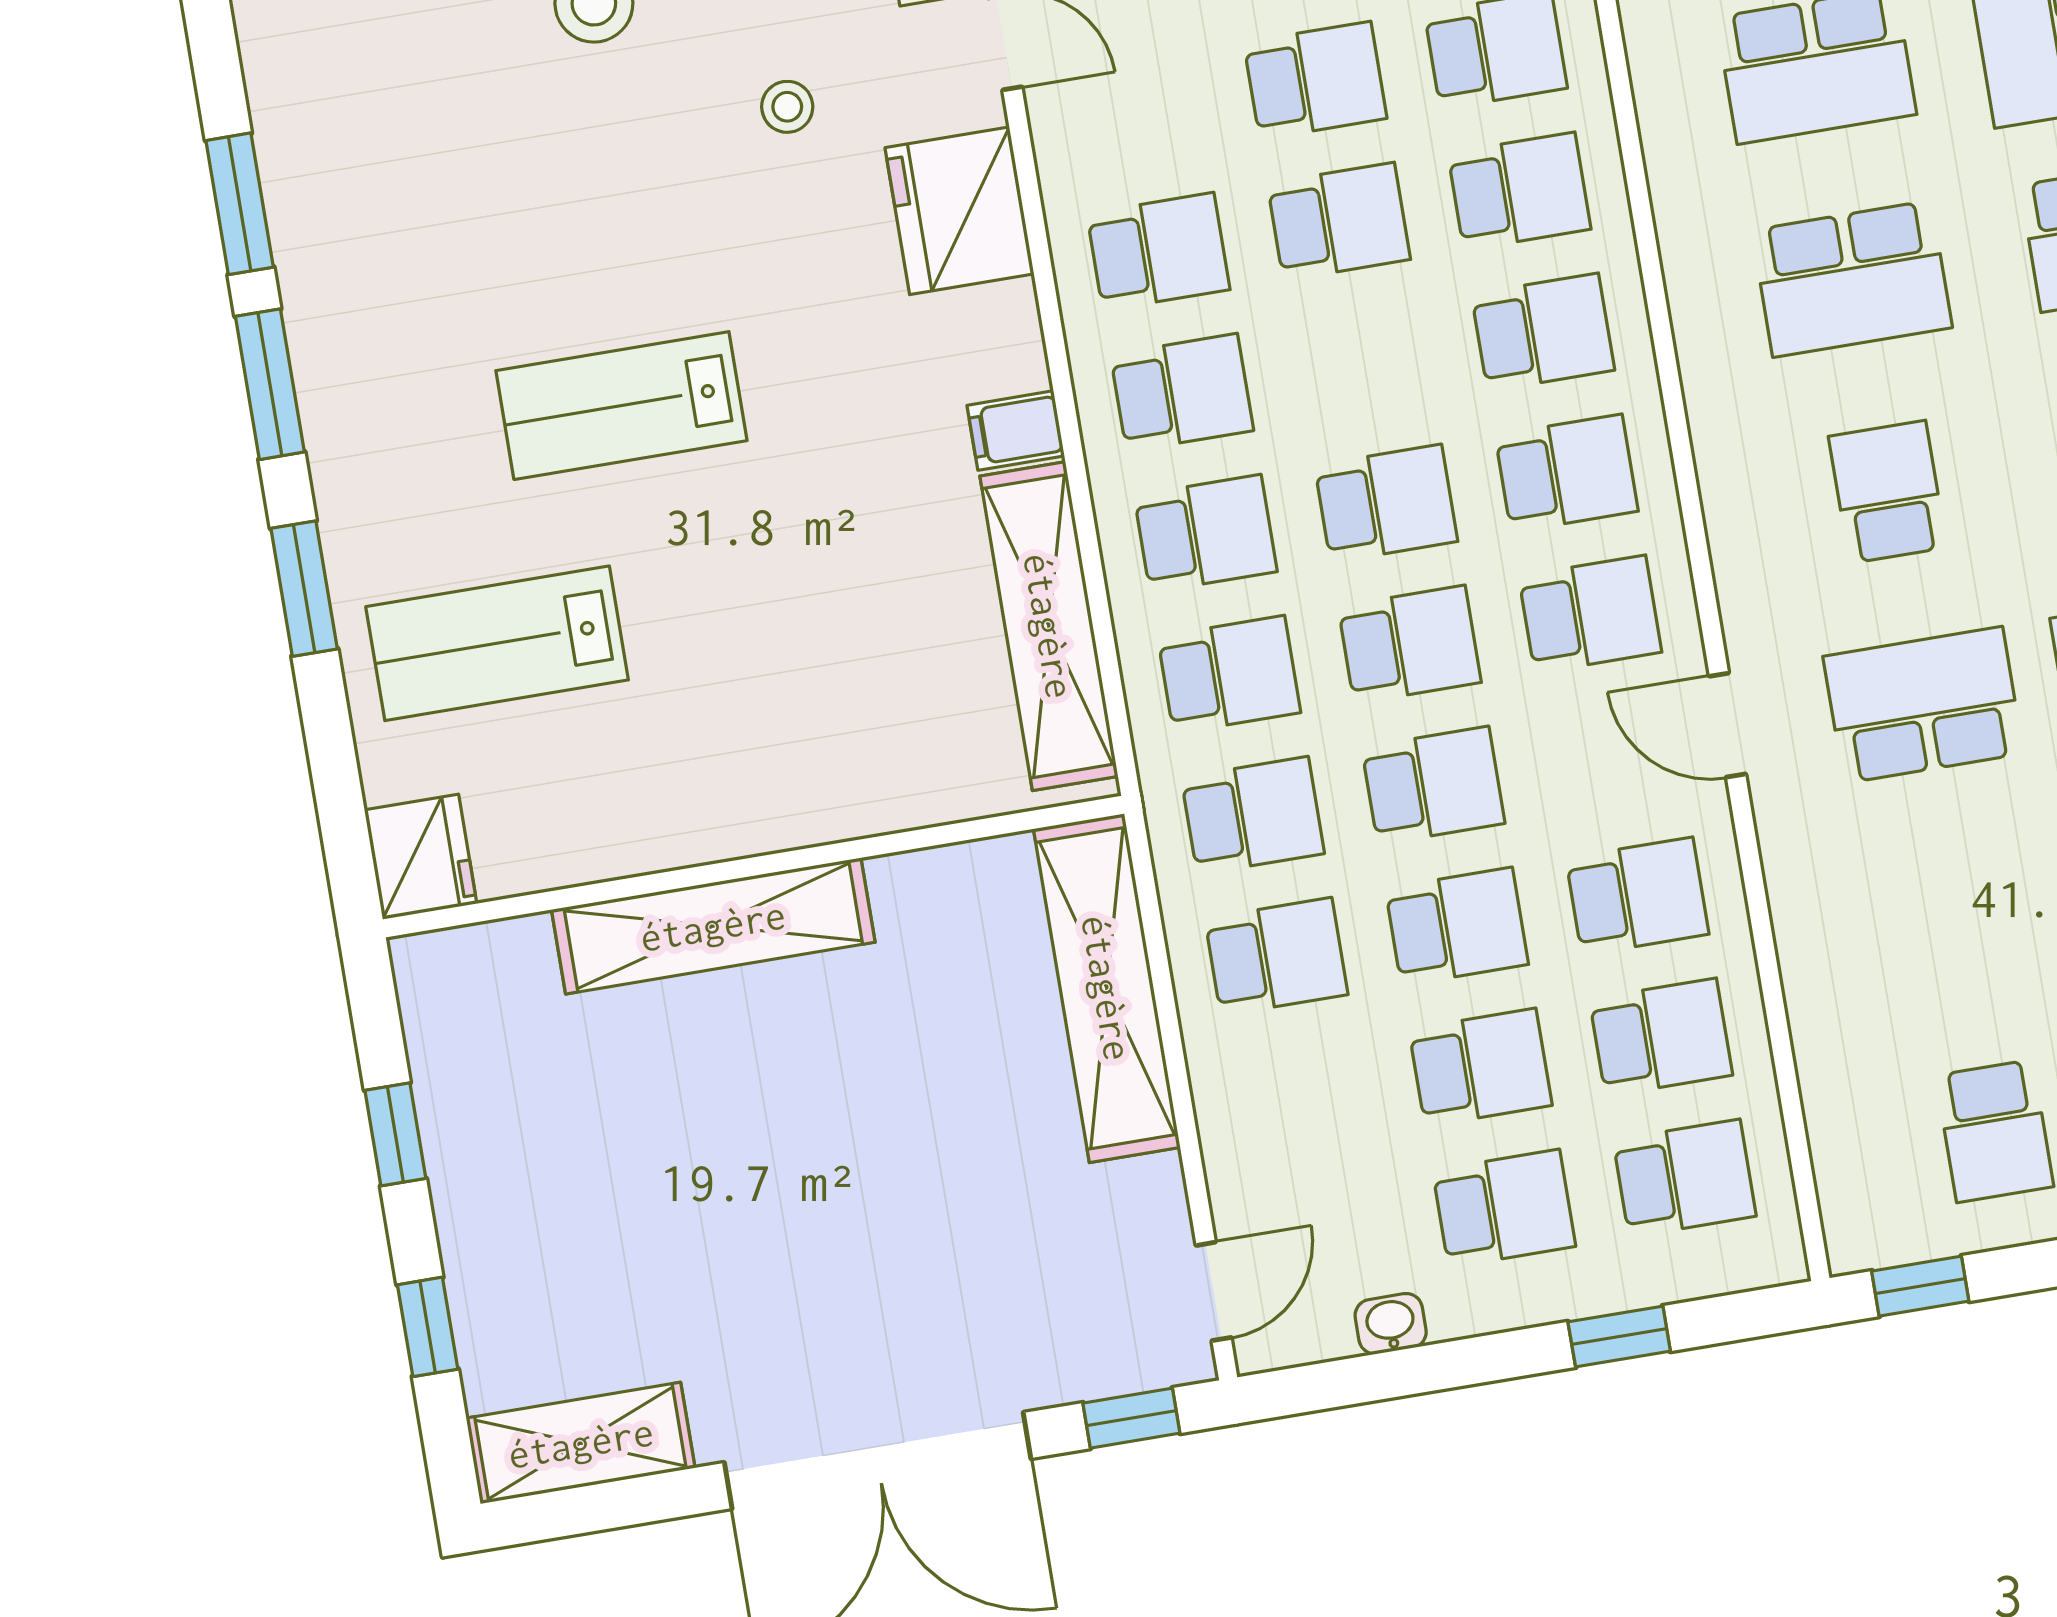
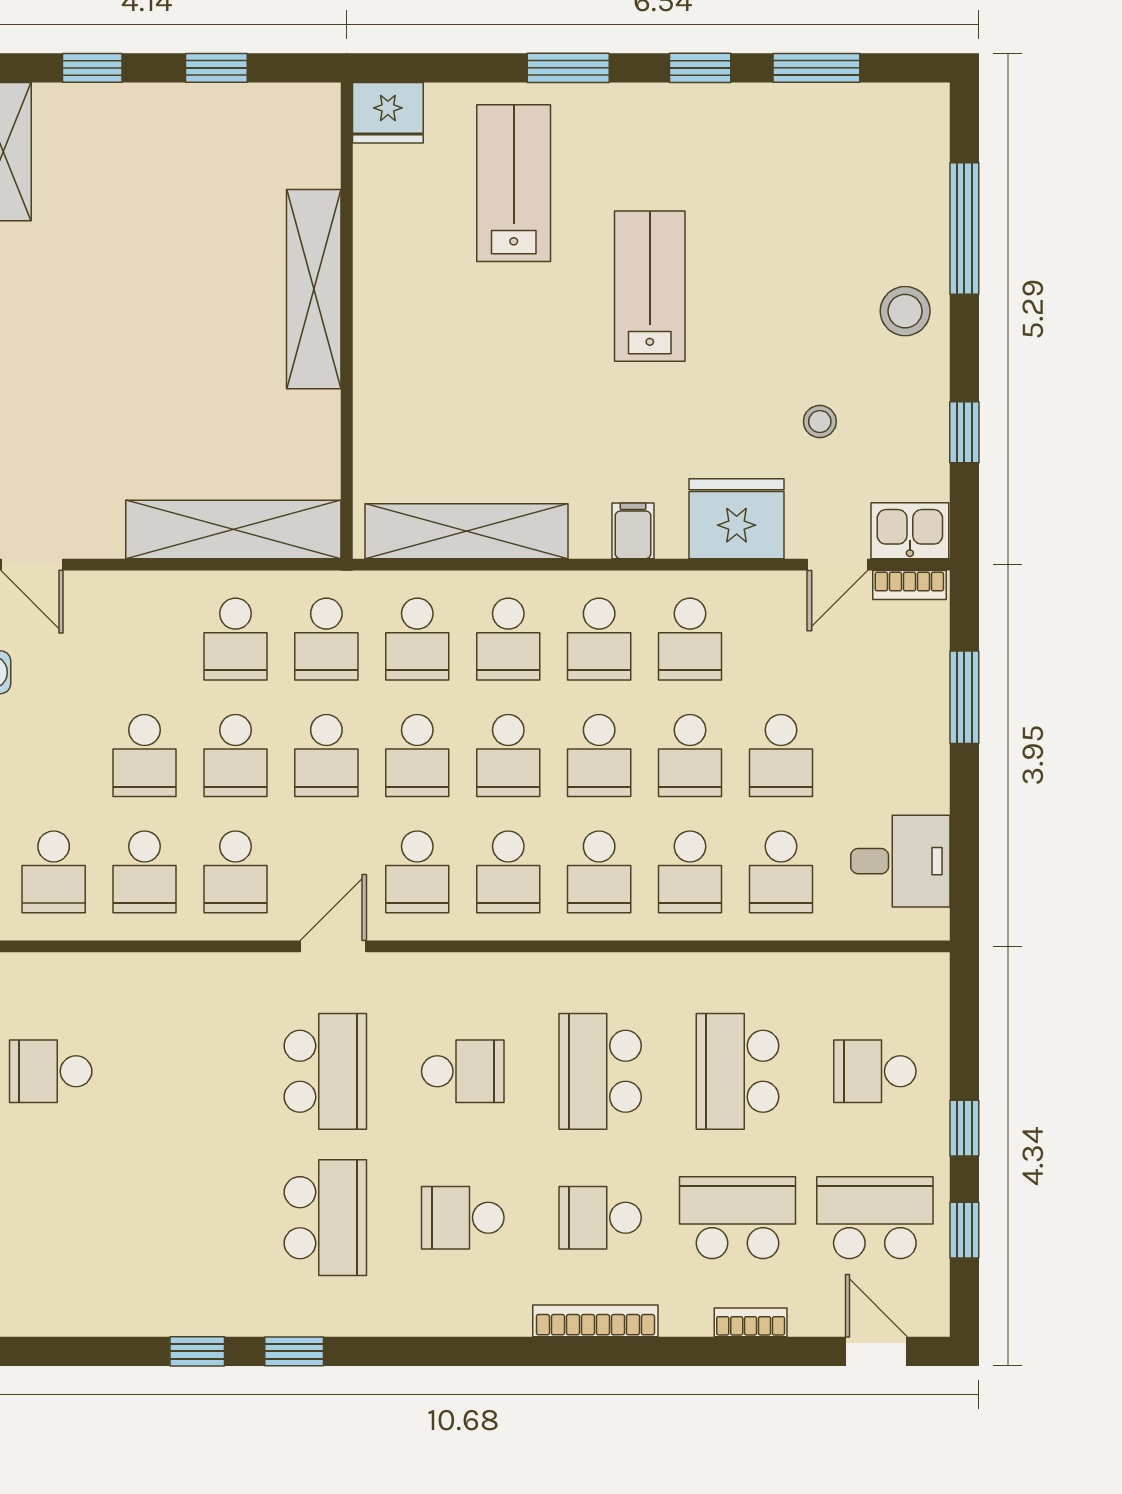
window: (270, 384) -> (700, 68), width x0.67
filing cabinet: (1016, 431) -> (633, 531), moved
school desk: (1504, 1208) -> (599, 755), moved

